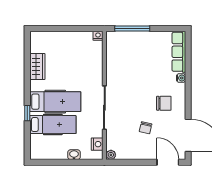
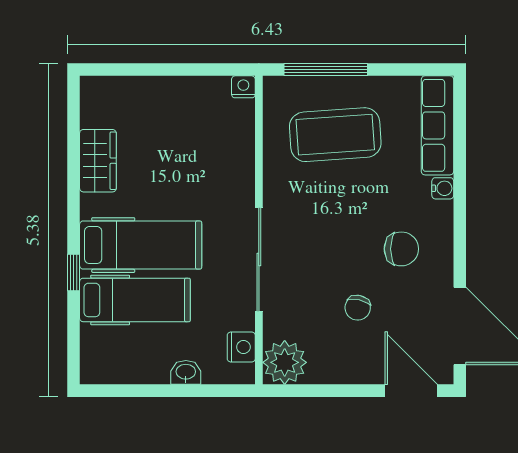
coffee table: (136, 56) -> (335, 135), added
plant: (111, 155) -> (285, 362), width x1.87, depth x1.87

